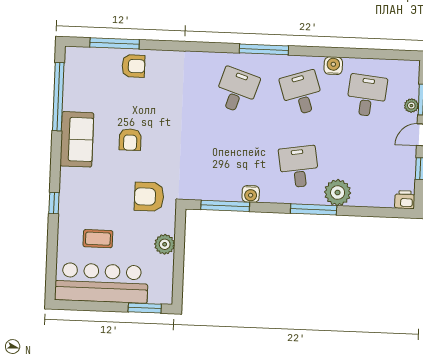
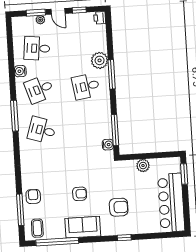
water cooler: (251, 194) -> (108, 145), moved
armchair: (149, 197) -> (119, 207), moved, turned -90
coffee table: (98, 239) -> (37, 228), moved

